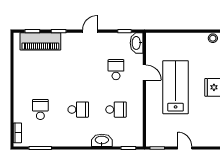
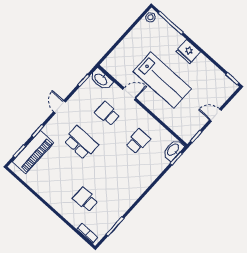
lab bench: (176, 87) -> (162, 80), turned 180
school desk: (78, 110) -> (81, 143), moved, width x1.85
washbasin: (102, 140) -> (173, 150), moved

